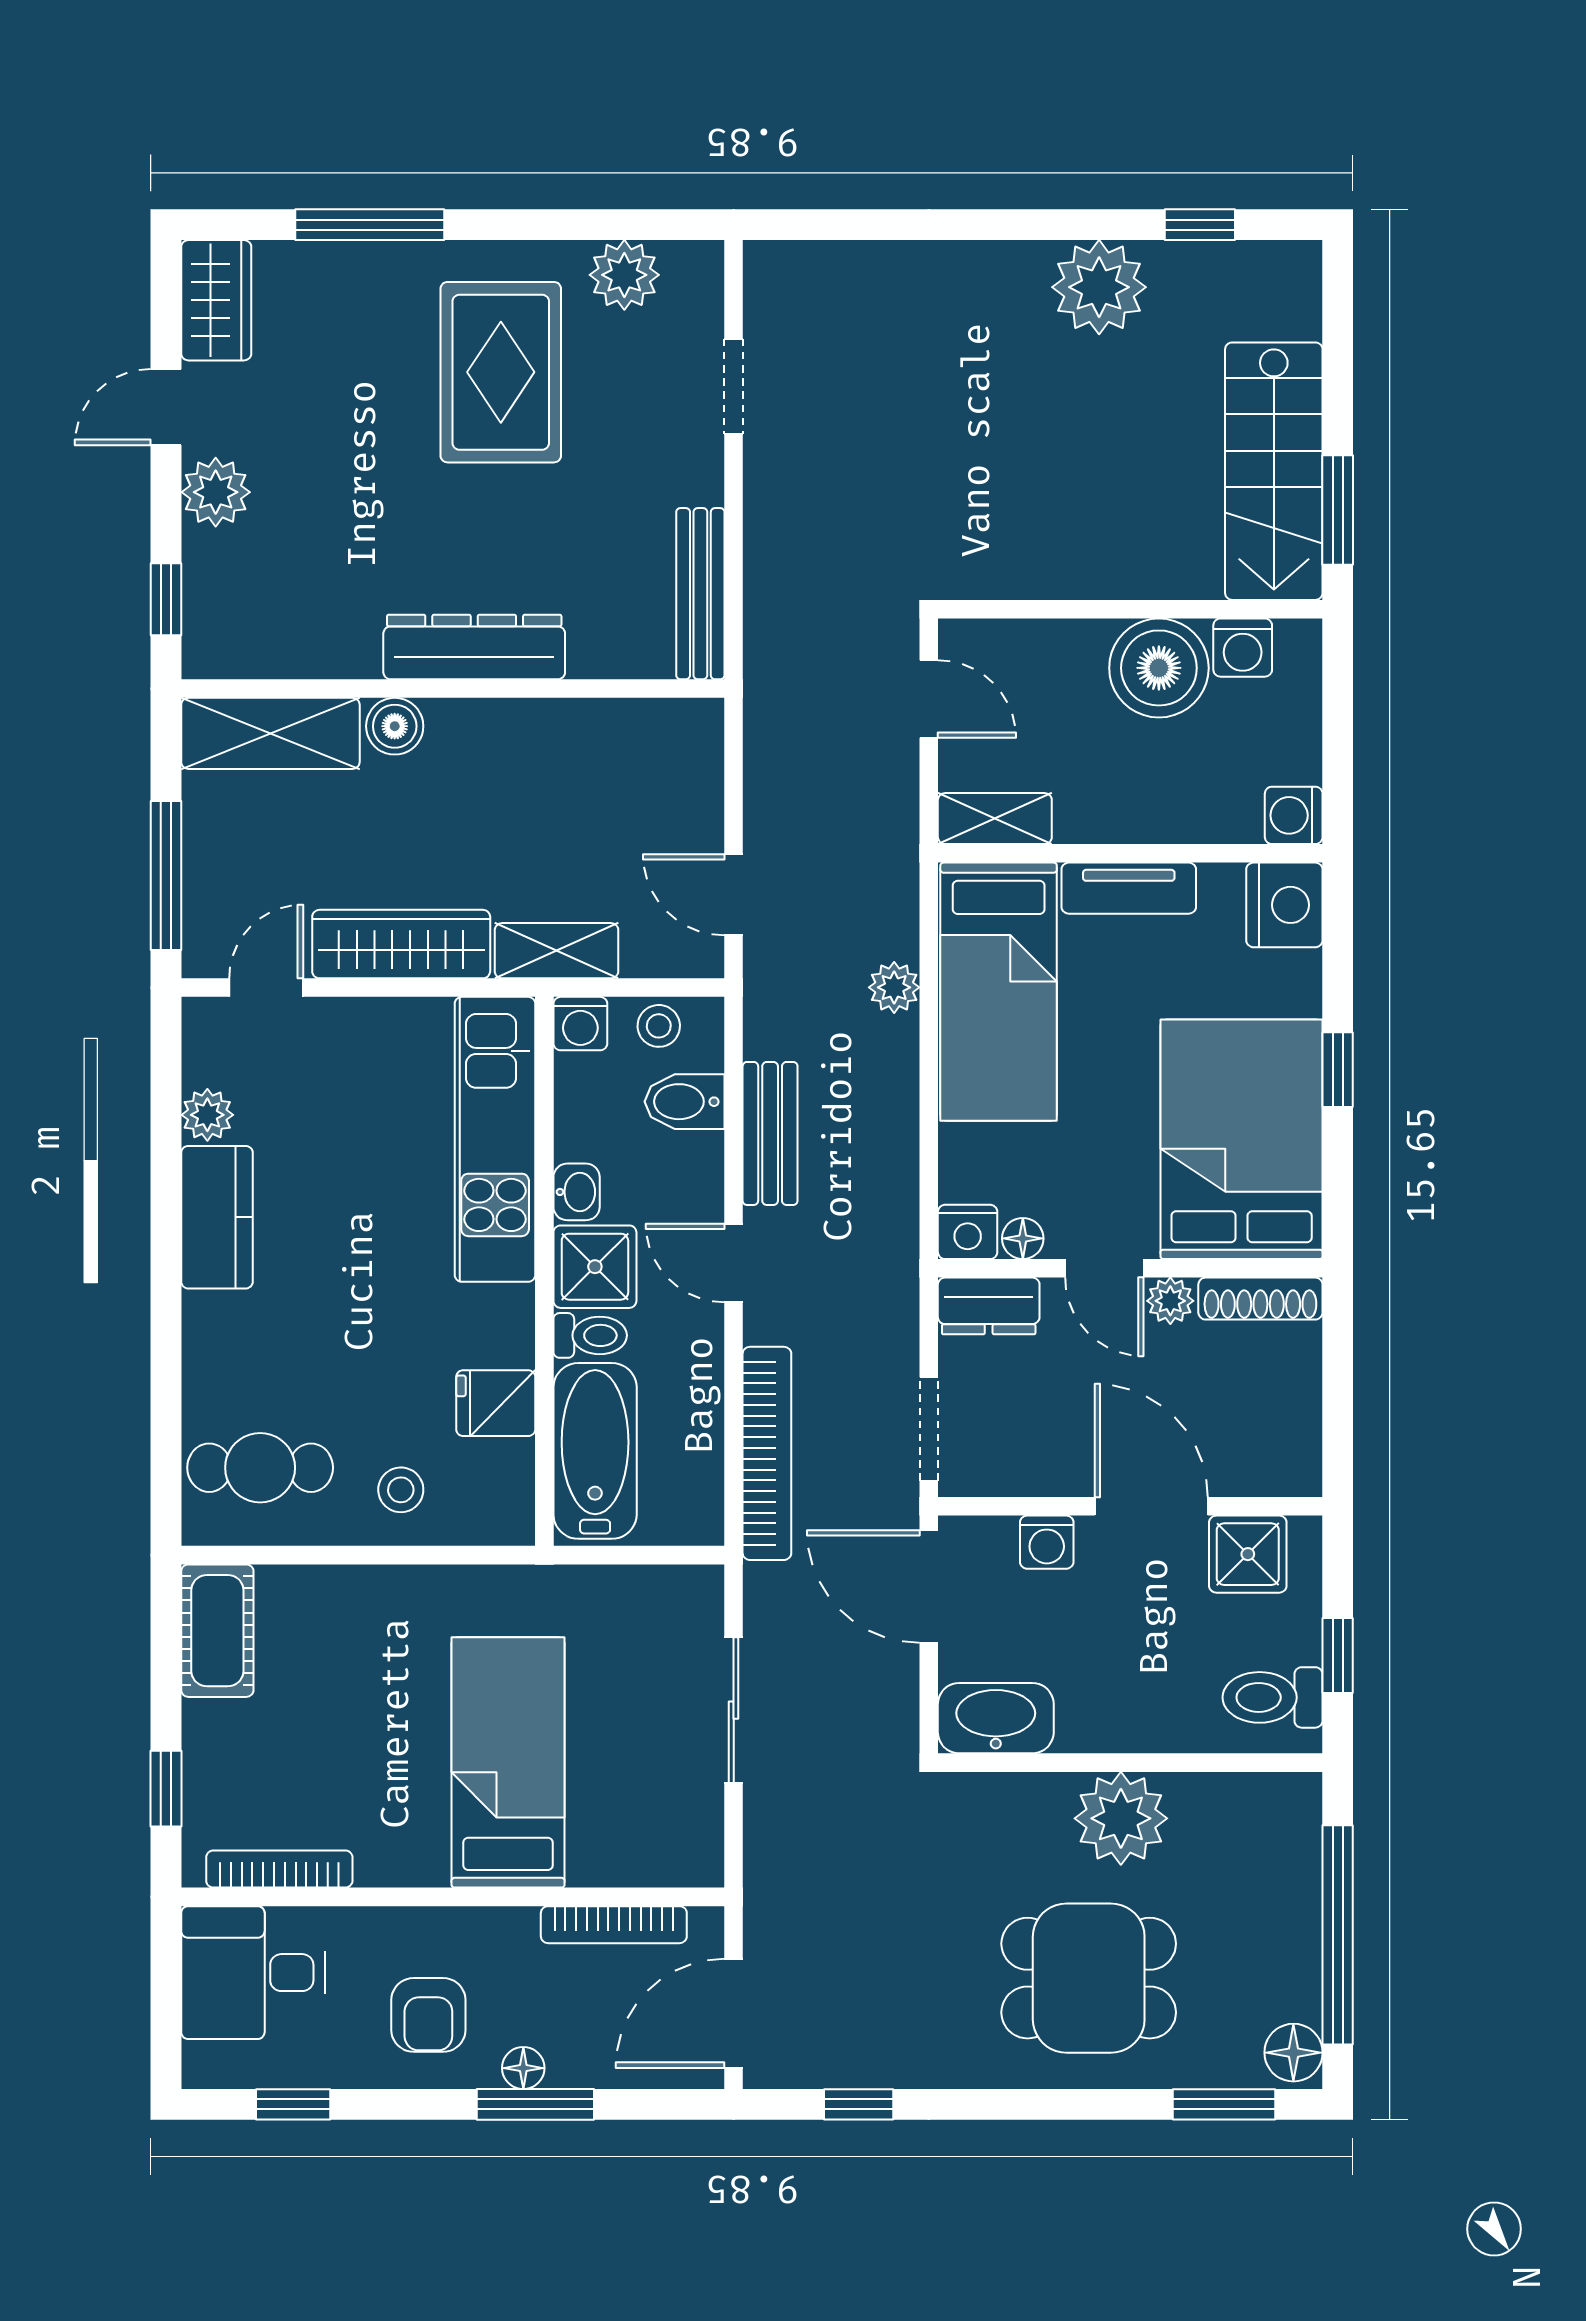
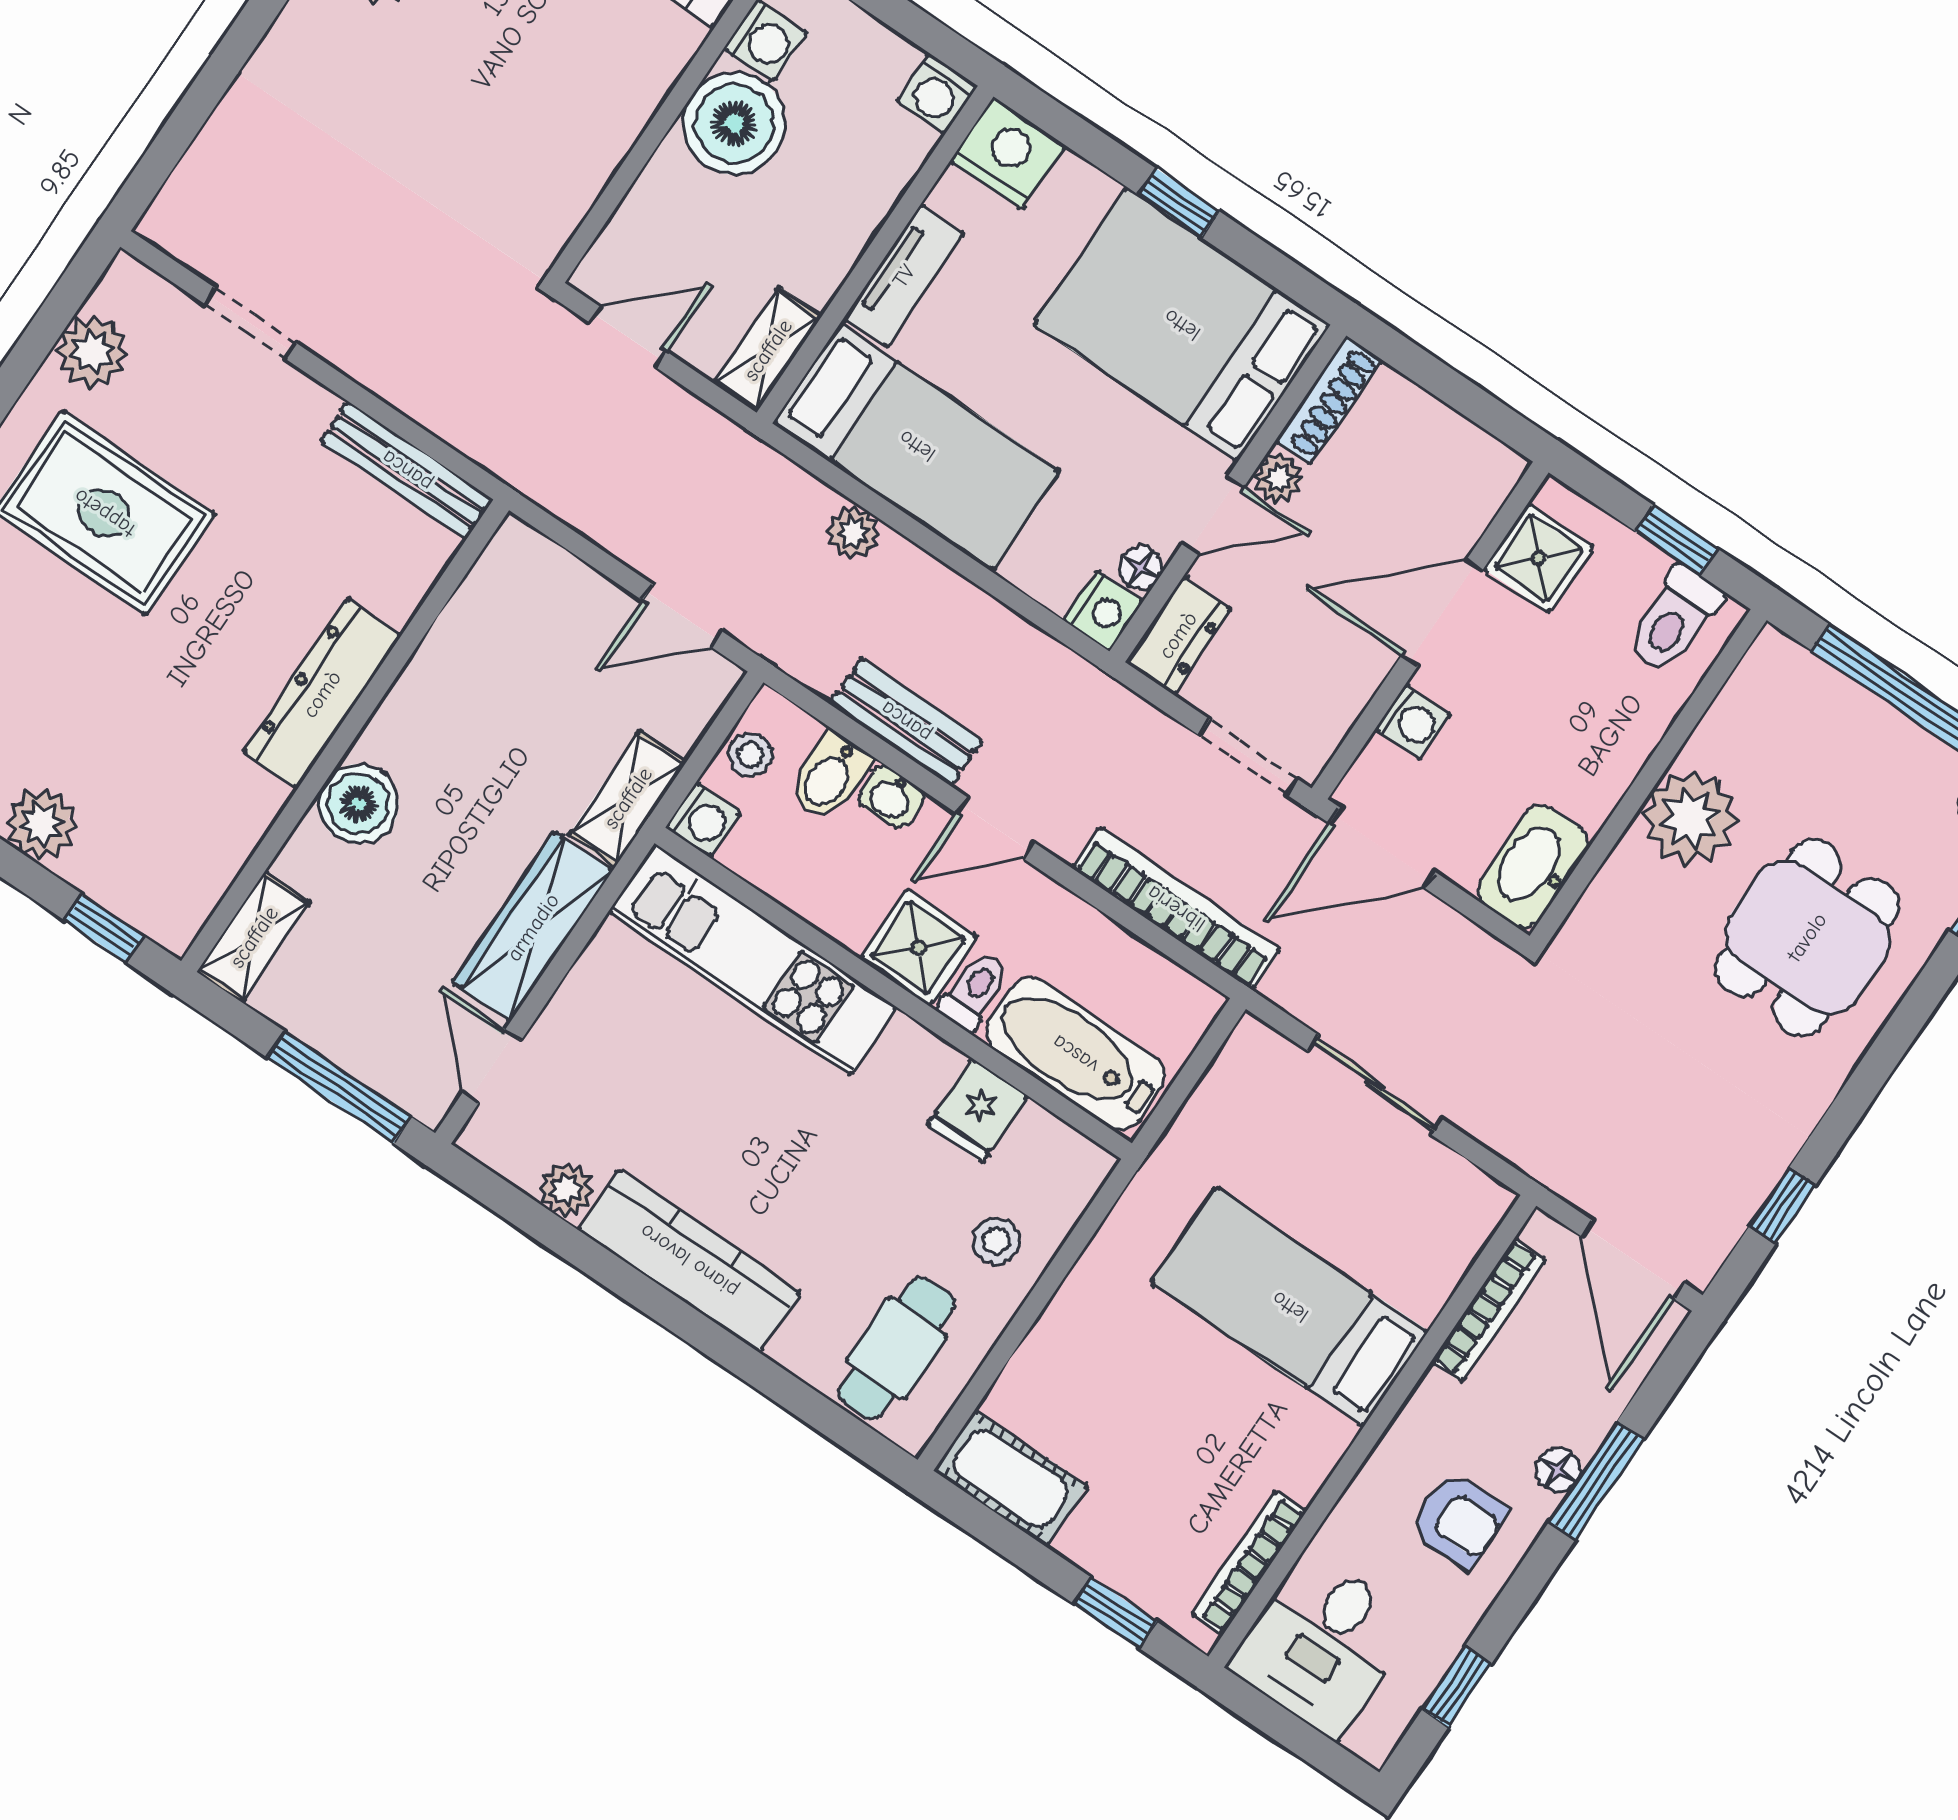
boiler: (395, 726) -> (358, 804), width x1.36, depth x1.36
shelving: (270, 733) -> (254, 937), width x0.67, depth x0.75
washbasin: (577, 1192) -> (891, 797), moved, turned 180
kitchen counter: (217, 1217) -> (689, 1261), width x1.50

